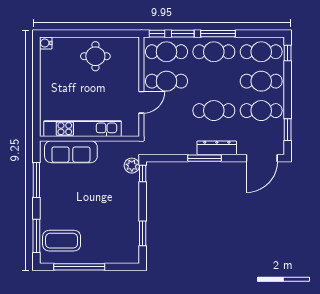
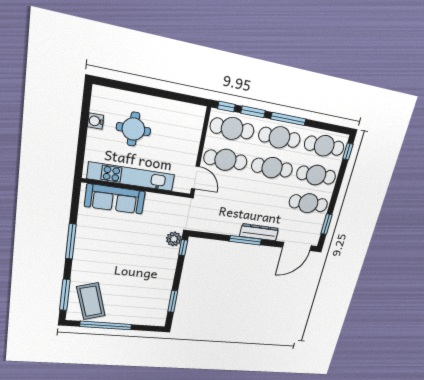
water cooler: (46, 43) -> (96, 121), moved
round table: (95, 56) -> (133, 129), moved
door: (141, 102) -> (195, 178), hinge flipped
cafe table: (214, 111) -> (272, 168), moved
kitchen unit: (83, 129) -> (131, 177), moved
wall: (90, 139) -> (137, 188), moved
sofa: (71, 152) -> (115, 199), moved
coffee table: (62, 241) -> (91, 301), turned 73

